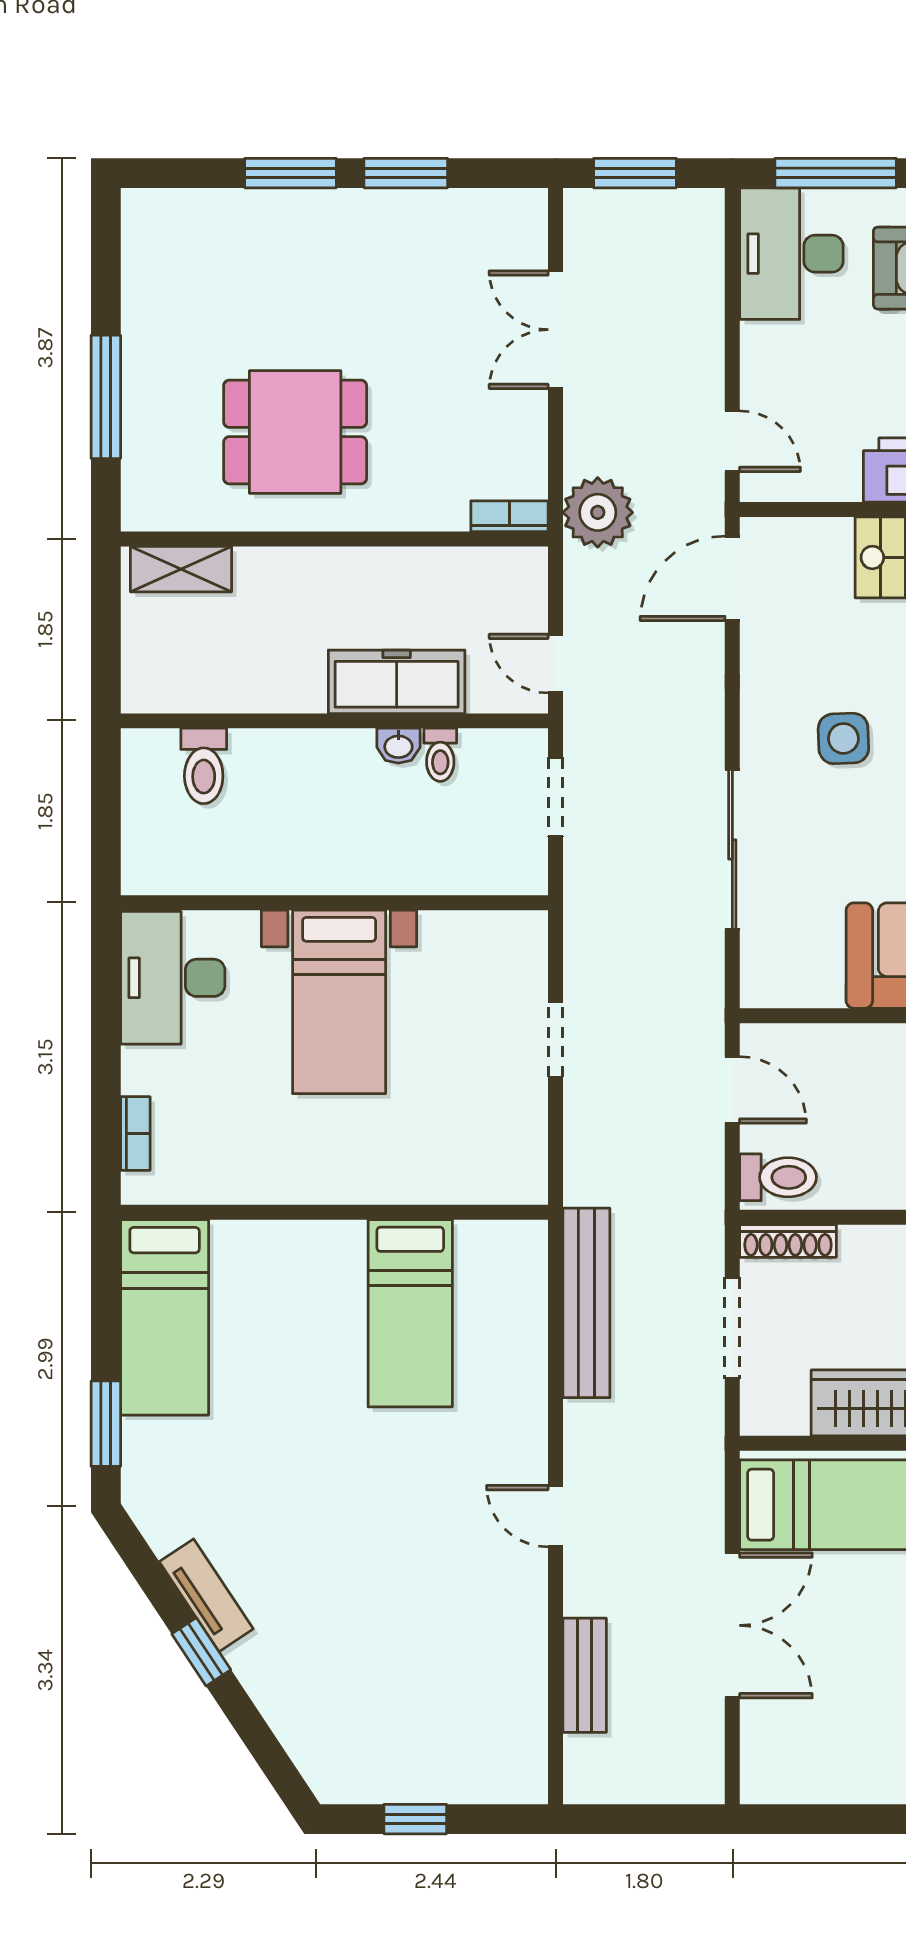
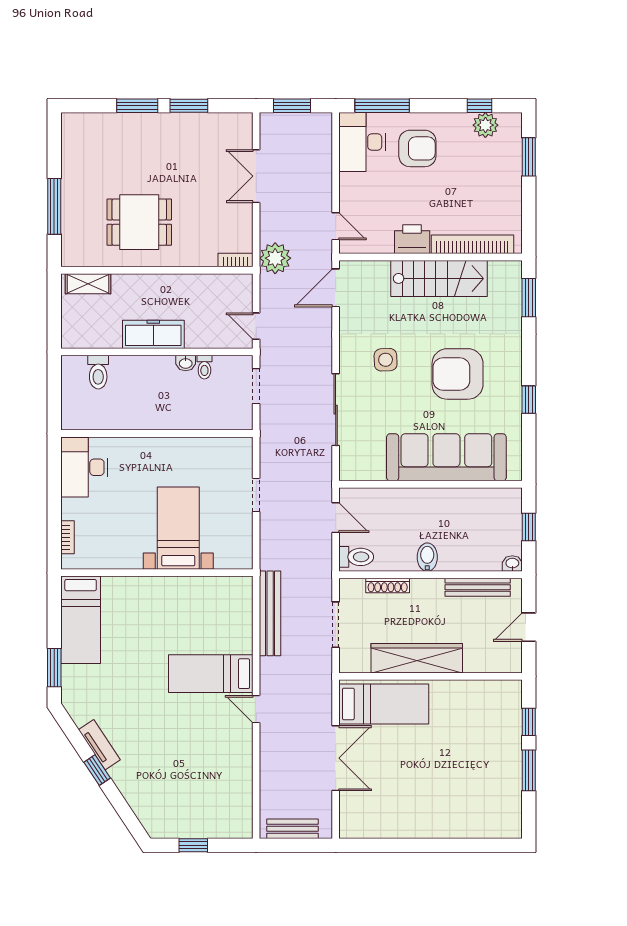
freezer: (397, 682) -> (153, 334), moved
bed with nightstands: (339, 1002) -> (178, 528), moved, turned 180
shoe rack: (788, 1241) -> (388, 585), moved
bed: (410, 1313) -> (211, 674), moved, turned 90
bench: (585, 1675) -> (293, 829), moved, turned 90

